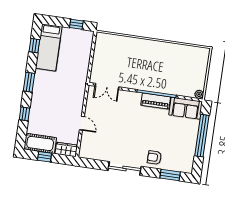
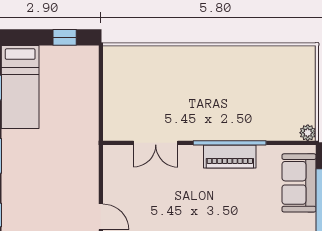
double door: (107, 86) -> (156, 143), moved
sofa: (186, 108) -> (299, 183), moved, turned 90

